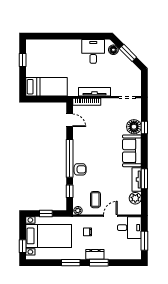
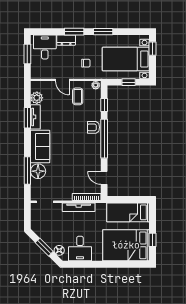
bed: (48, 55) -> (126, 245), added
window: (144, 127) -> (27, 171), width x2.17
door: (110, 216) -> (62, 80), hinge flipped
desk: (129, 228) -> (45, 47), moved, turned 90
dresser: (95, 254) -> (66, 40), moved

